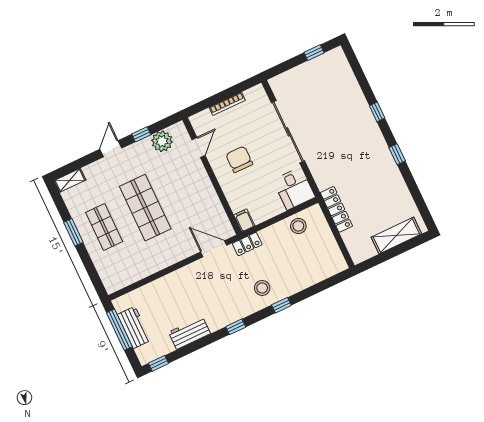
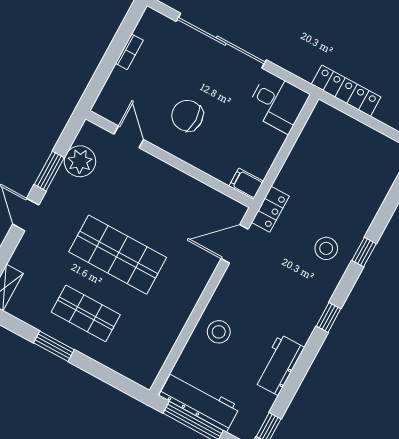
bookcase: (227, 104) -> (129, 52), width x0.64
window: (141, 134) -> (49, 171), width x1.50
stool: (298, 226) -> (219, 332), moved
workbench: (134, 327) -> (199, 401), width x1.38

